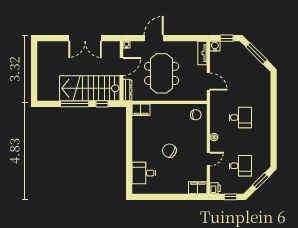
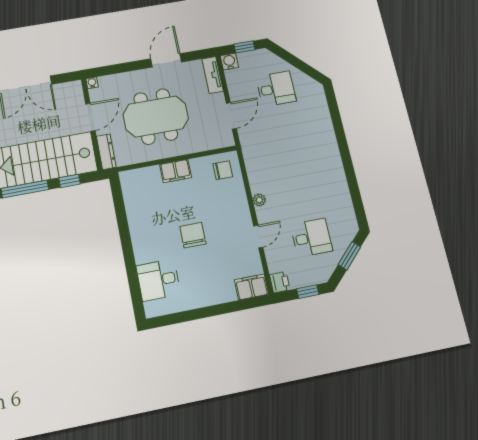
door: (154, 38) -> (166, 60), moved
window: (256, 53) -> (295, 61), removed
meeting table: (162, 73) -> (156, 116), turned 90
door: (208, 82) -> (231, 116), hinge flipped
filing cabinet: (141, 110) -> (176, 171), moved
desk: (240, 118) -> (276, 89), moved
chair: (169, 151) -> (193, 235), turned 59

